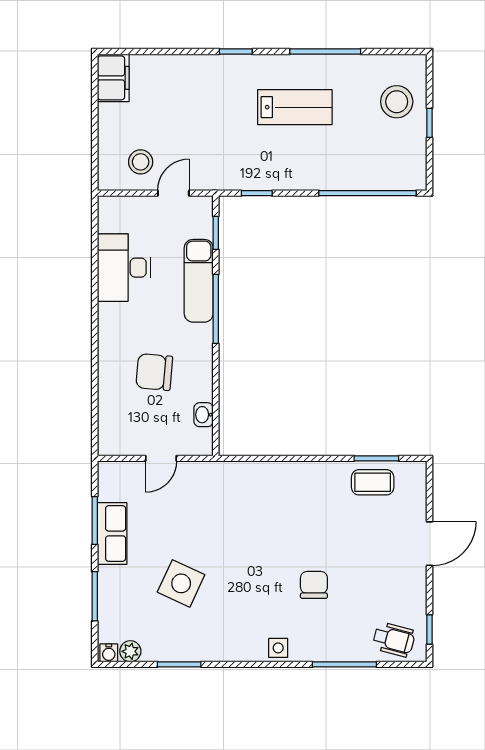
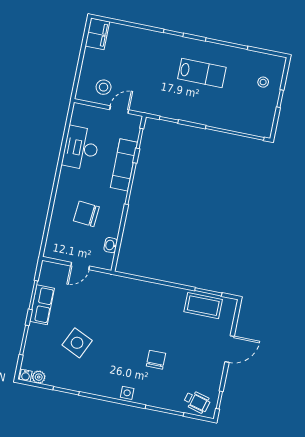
stool: (397, 102) -> (263, 82), width x0.53, depth x0.53
coffee table: (373, 482) -> (203, 306), width x1.36, depth x1.30

